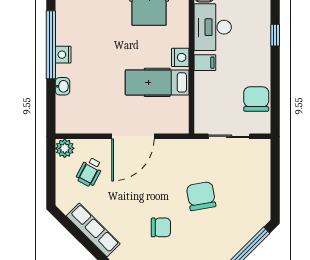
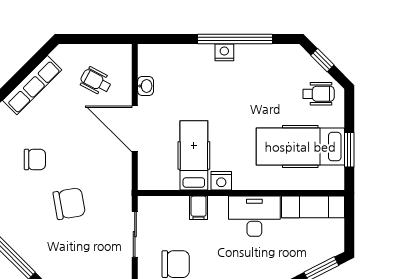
filing cabinet: (205, 63) -> (199, 208), moved
washbasin: (62, 86) -> (146, 86), moved, turned -90
plant: (65, 148) -> (122, 54), removed
chair: (161, 227) -> (35, 160), turned -90

